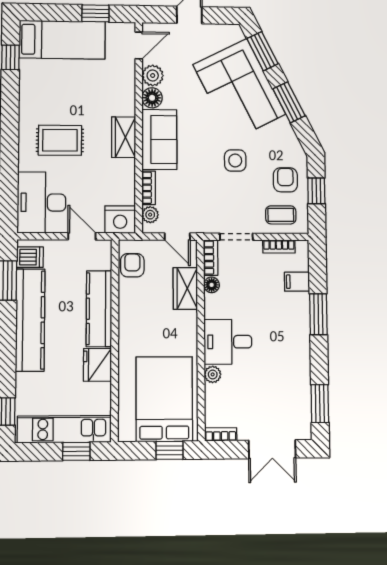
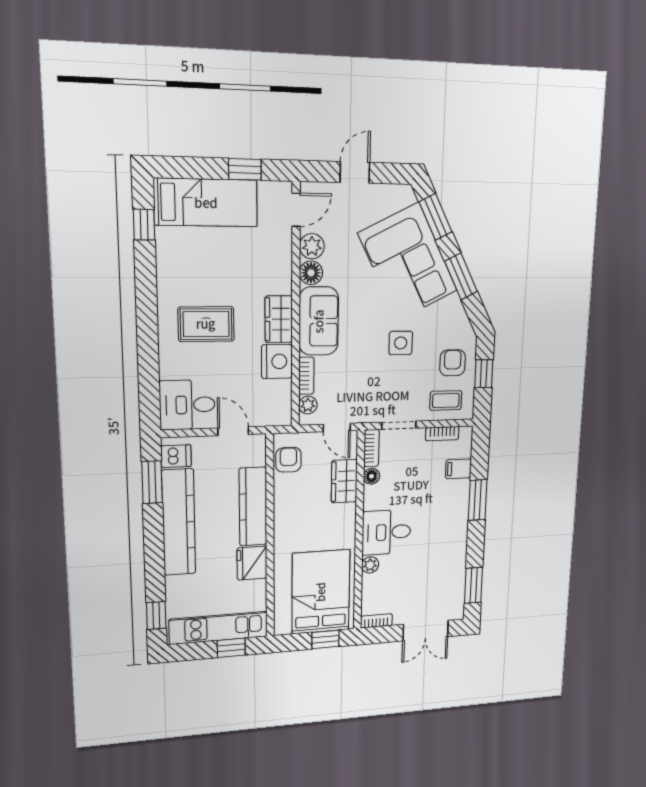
desk: (41, 202) -> (187, 405), width x0.73
nightstand: (120, 220) -> (277, 361), moved, turned -90

